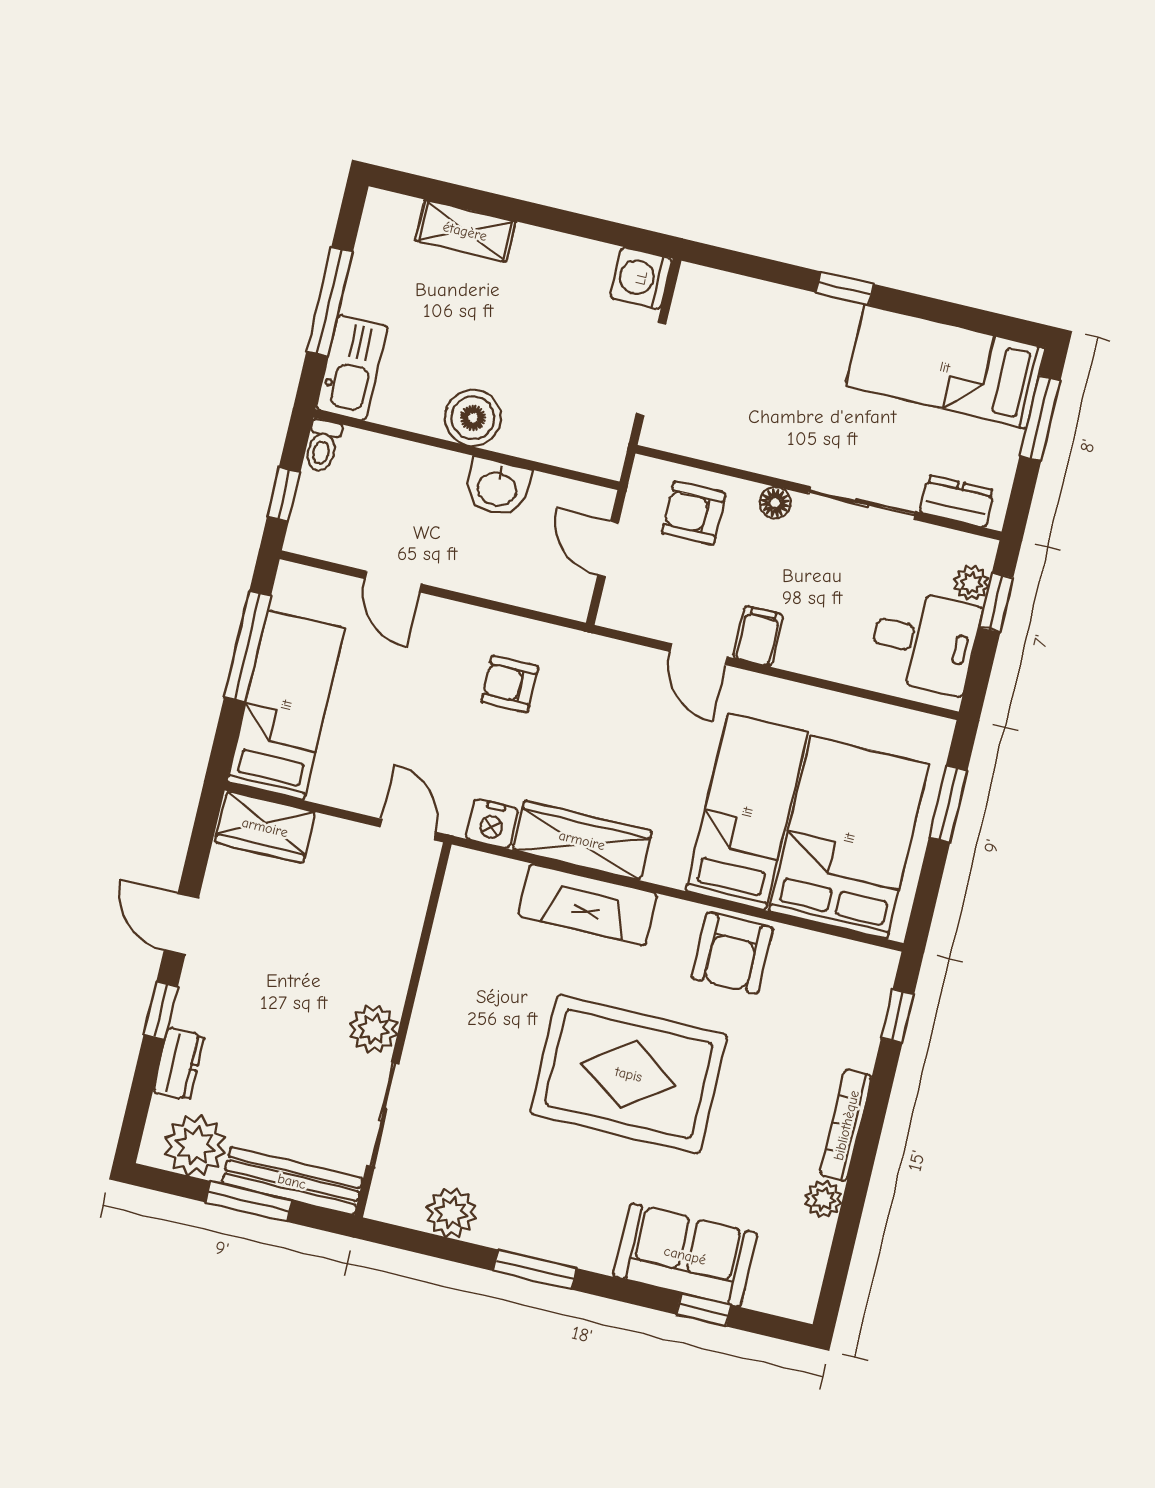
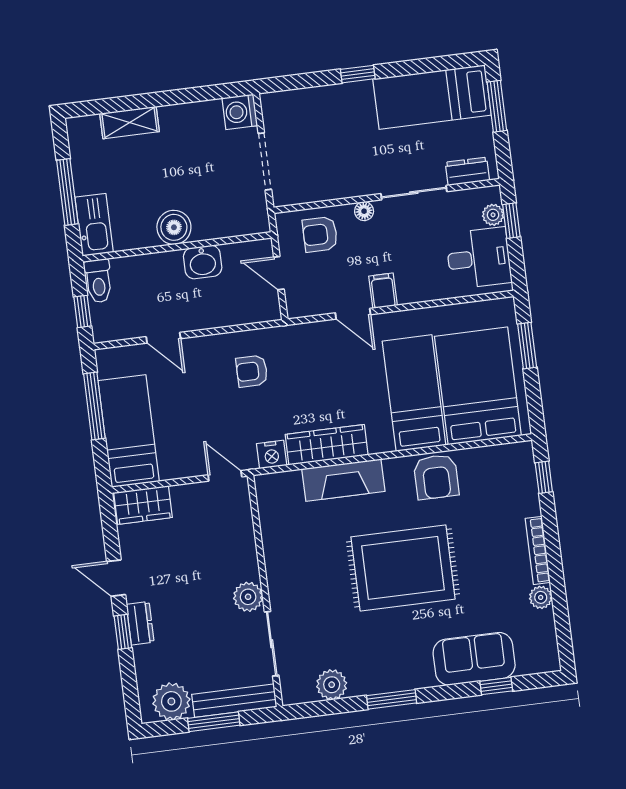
toilet: (323, 446) -> (98, 281), width x1.37, depth x1.39
dresser: (179, 1064) -> (140, 623), moved

